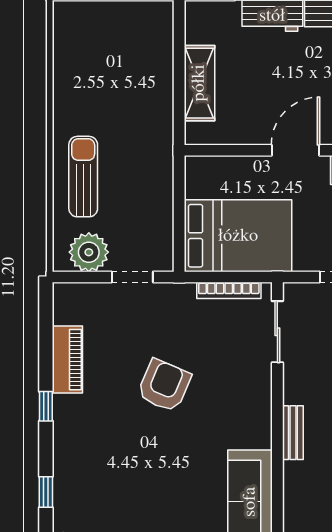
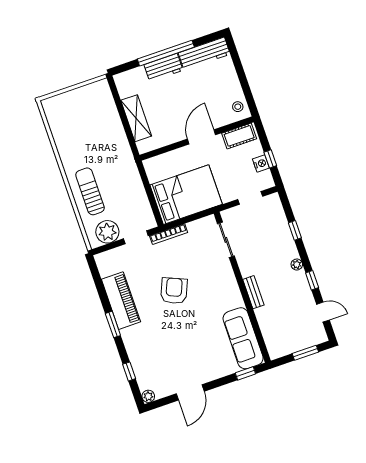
bookcase: (229, 290) -> (169, 234), moved
piano: (67, 360) -> (121, 301), width x1.37, depth x1.33
window: (46, 406) -> (113, 324), width x1.50

